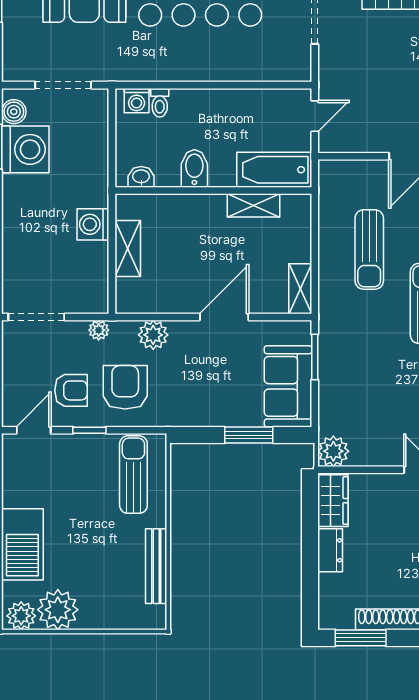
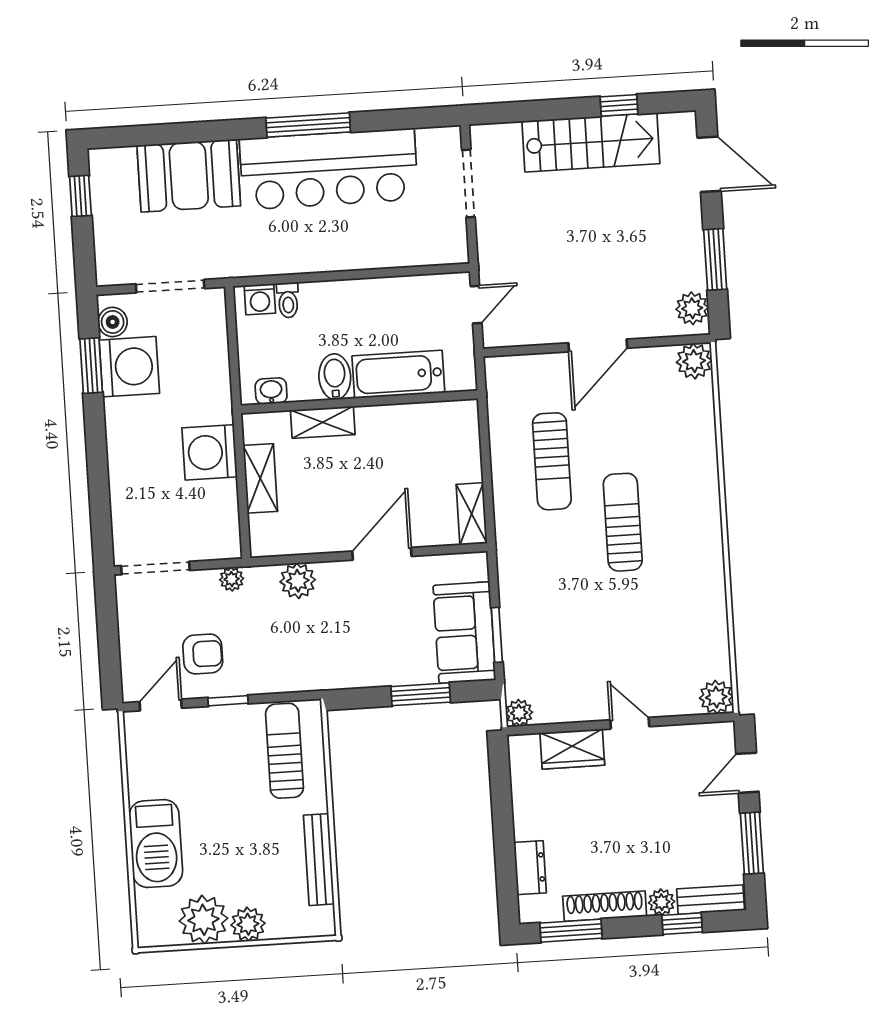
bathtub: (274, 170) -> (398, 374), moved
shelving: (253, 205) -> (323, 422), moved
washing machine: (93, 224) -> (210, 452), width x1.37, depth x1.37
window: (315, 357) -> (497, 635), moved
armchair: (125, 387) -> (268, 646), removed
plant: (333, 451) -> (519, 713), width x0.73, depth x0.73
wardrobe: (333, 501) -> (572, 749), moved, turned 90
dresser: (330, 550) -> (530, 868), moved
plant: (21, 616) -> (248, 924), moved

